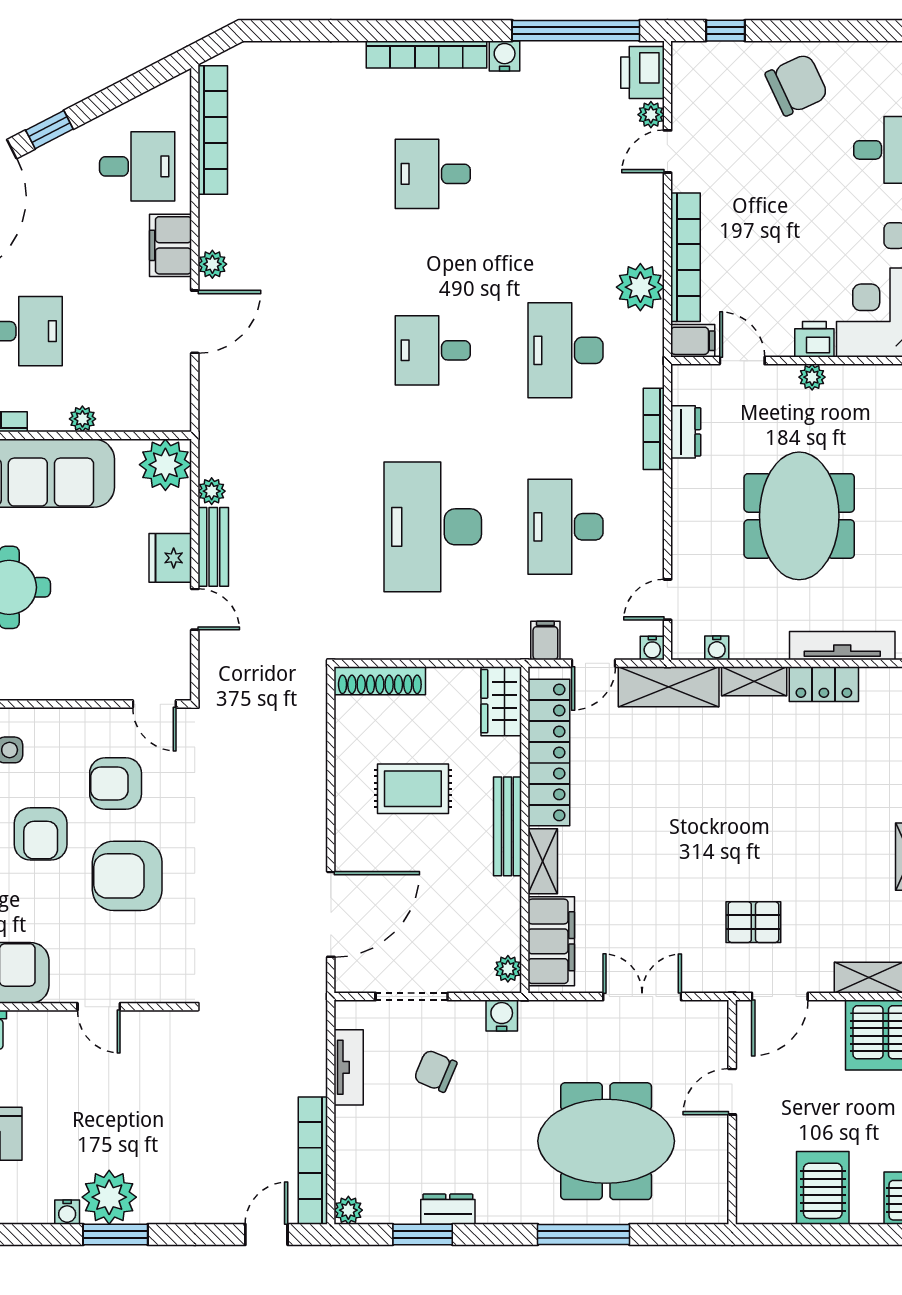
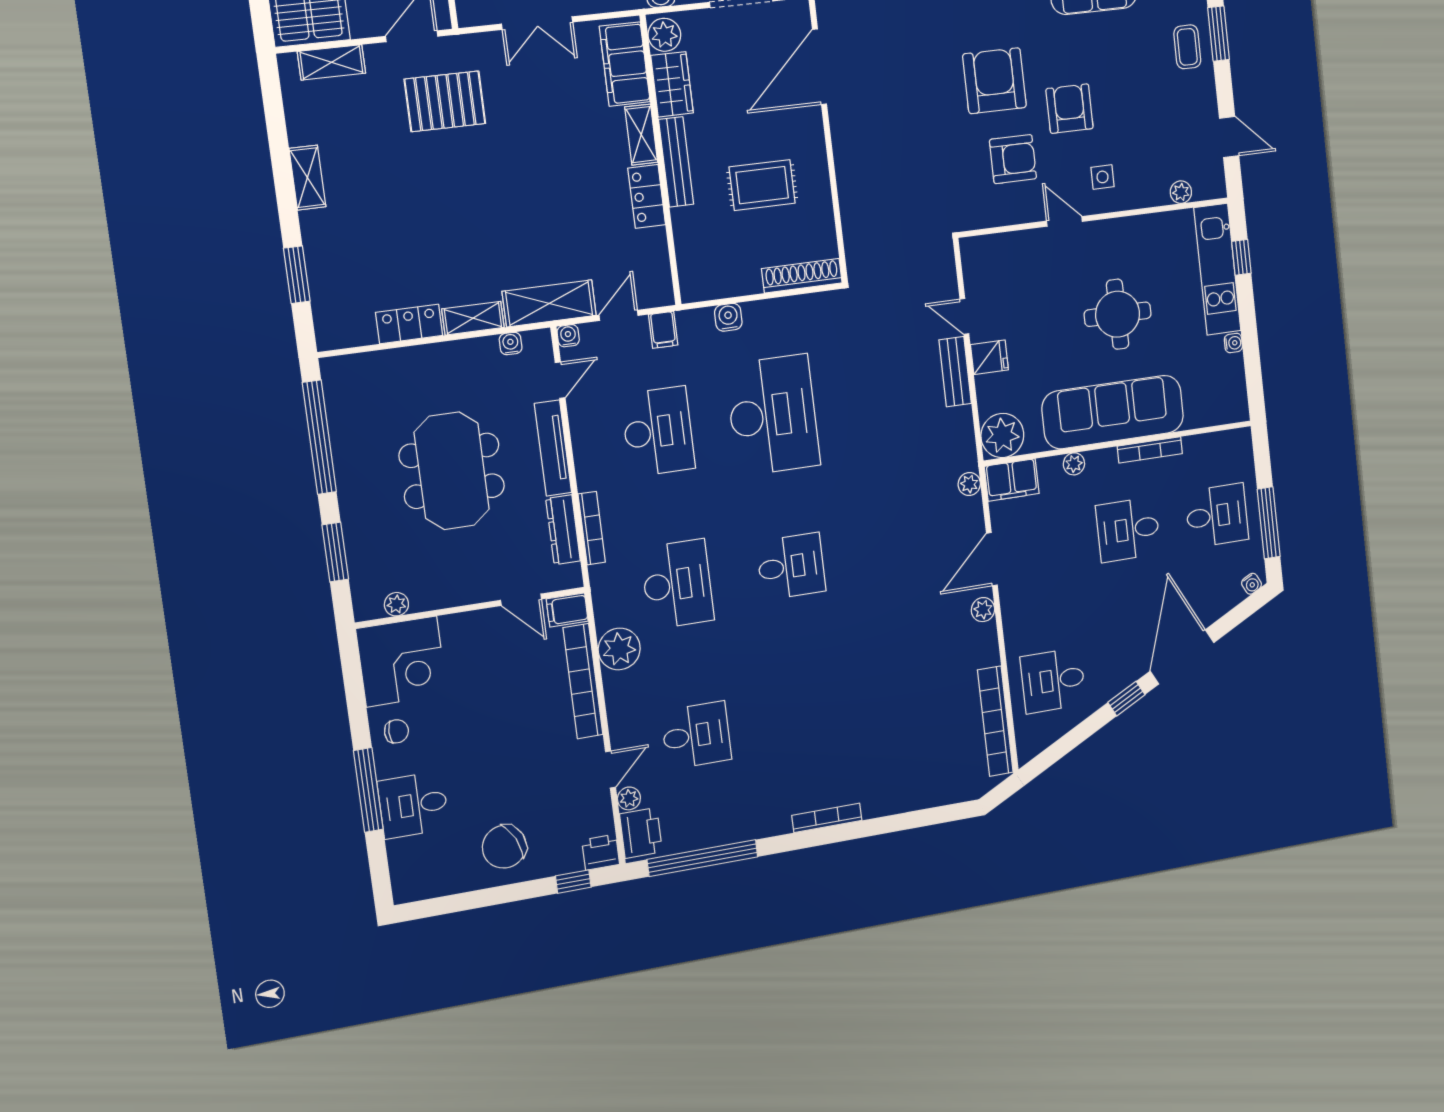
bookcase: (427, 55) -> (827, 818), width x0.68, depth x0.76
water cooler: (505, 56) -> (728, 317), moved, turned 180
desk: (433, 174) -> (696, 735), moved
filing cabinet: (171, 245) -> (1012, 480), moved, turned 90
printer: (814, 339) -> (601, 852), moved, turned 180
plant: (812, 377) -> (396, 604), moved
dresser: (686, 432) -> (563, 530), width x1.44
plant: (212, 491) -> (969, 484), moved
fridge: (170, 558) -> (989, 357), width x0.72
tv unit: (842, 646) -> (553, 448), moved, turned 90
wardrobe: (501, 701) -> (672, 84), moved
door: (154, 704) -> (1064, 221), moved
locker: (549, 752) -> (647, 196), width x0.46, depth x0.83
armchair: (127, 876) -> (995, 81), turned -90
pallet: (753, 922) -> (445, 101), width x1.50, depth x1.42
plant: (508, 969) -> (664, 35), width x1.38, depth x1.38

